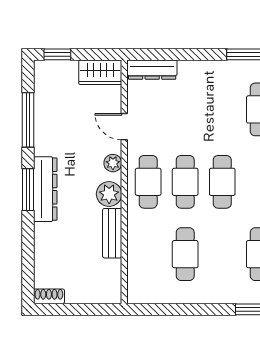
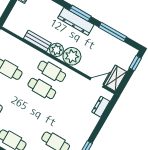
dresser: (152, 70) -> (101, 107), width x0.70
door: (124, 127) -> (97, 83), moved
plant: (113, 163) -> (72, 56), width x1.88, depth x1.88
cafe table: (222, 182) -> (32, 106), removed

